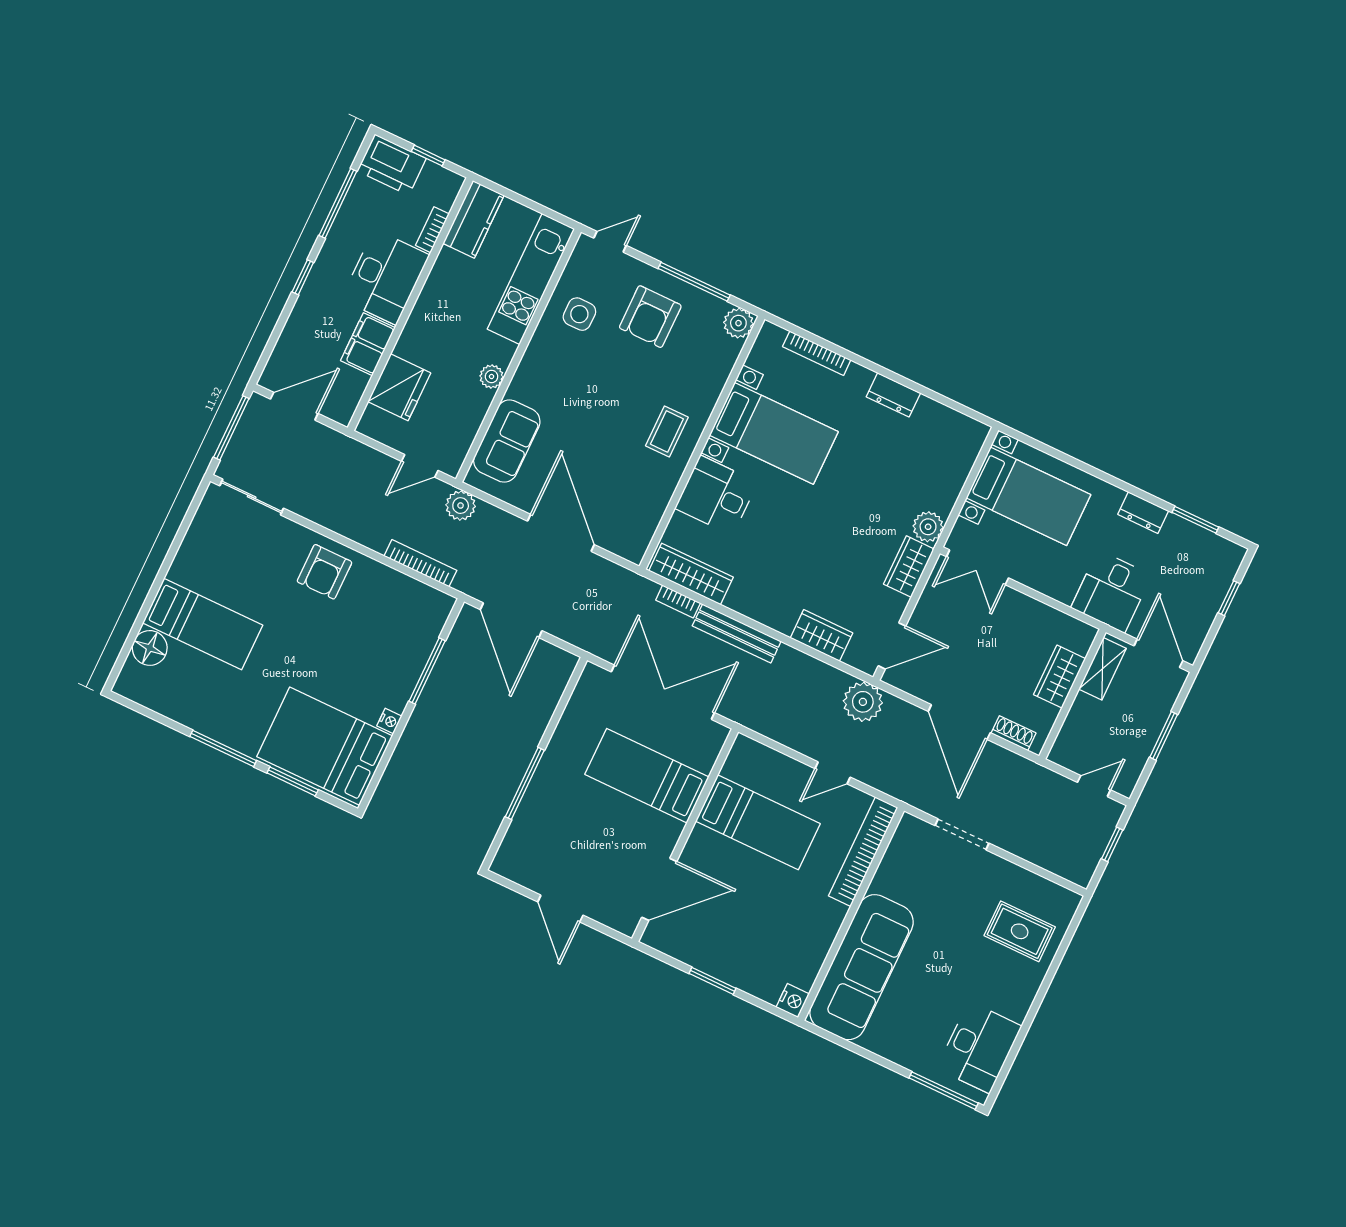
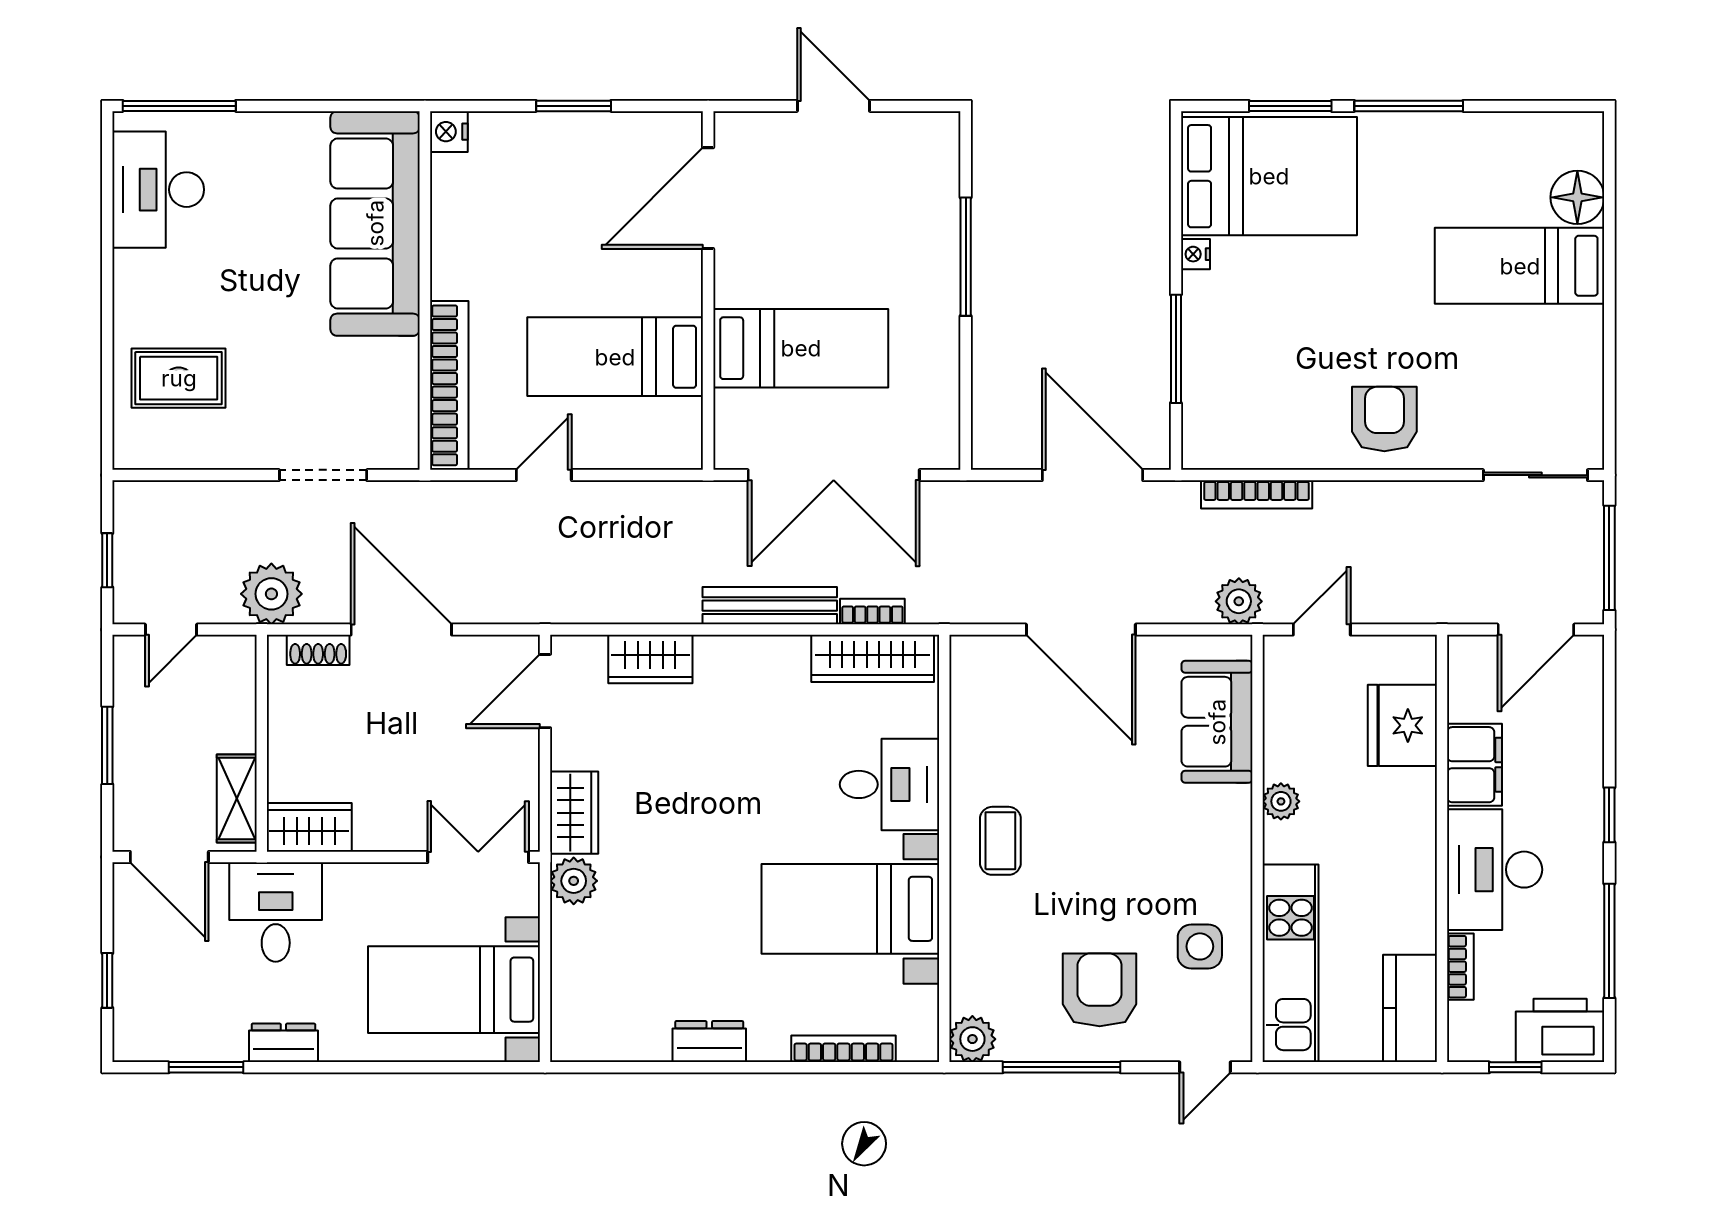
wardrobe: (1060, 677) -> (309, 827), moved, turned -90
plant: (863, 702) -> (271, 594), moved

